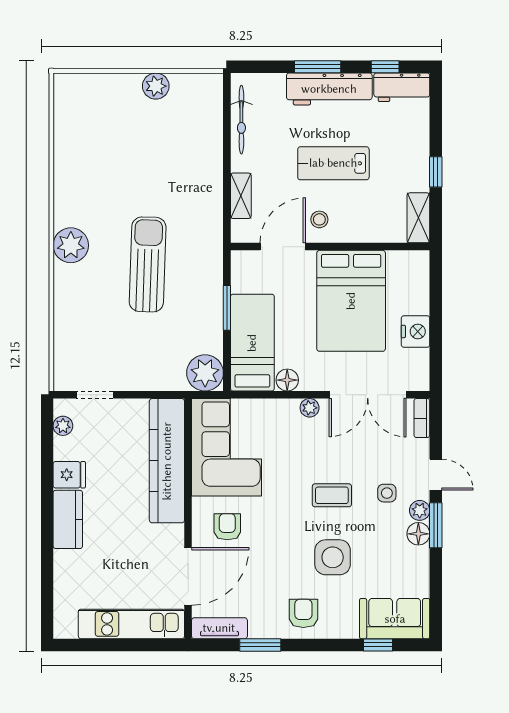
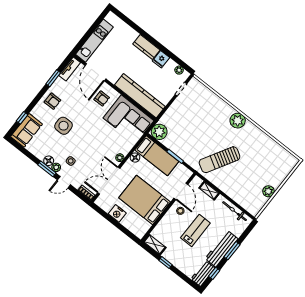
sun lounger: (148, 264) -> (220, 160), moved, turned 118
coffee table: (332, 495) -> (84, 142), removed

